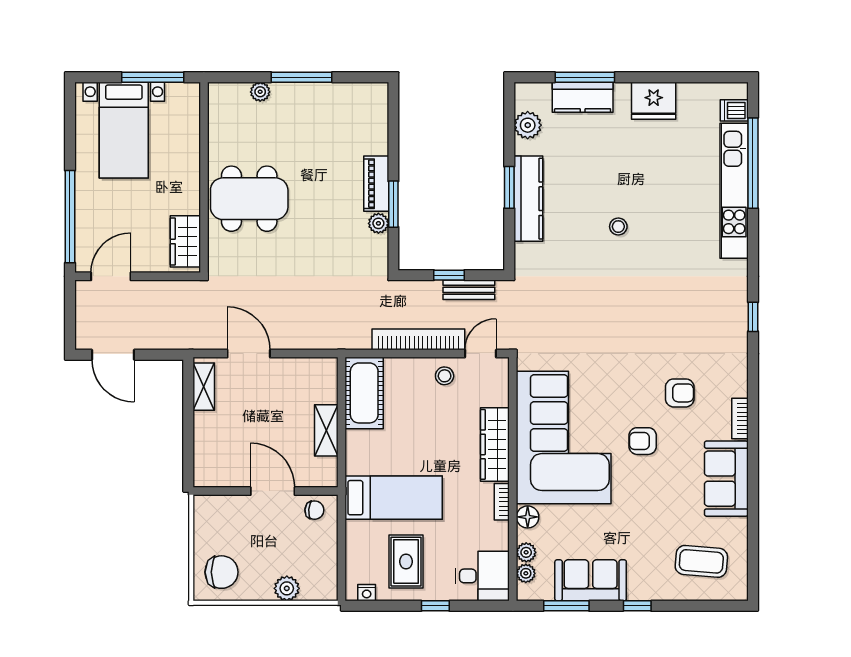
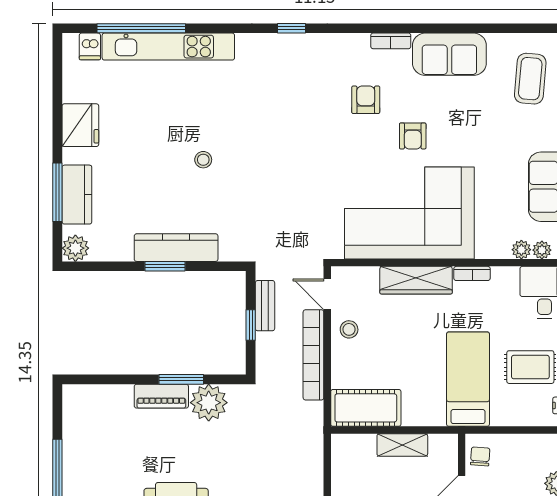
plant: (528, 125) -> (75, 248), moved
plant: (378, 223) -> (209, 403), width x1.88, depth x1.88
floor lamp: (528, 517) -> (487, 248), removed

